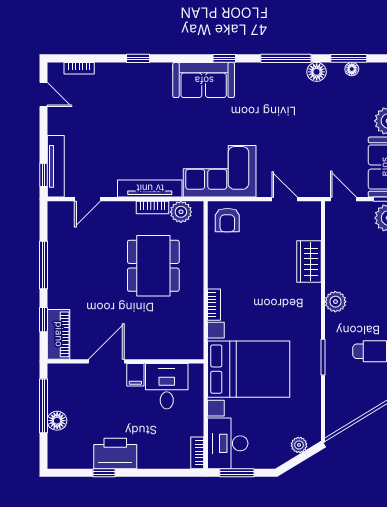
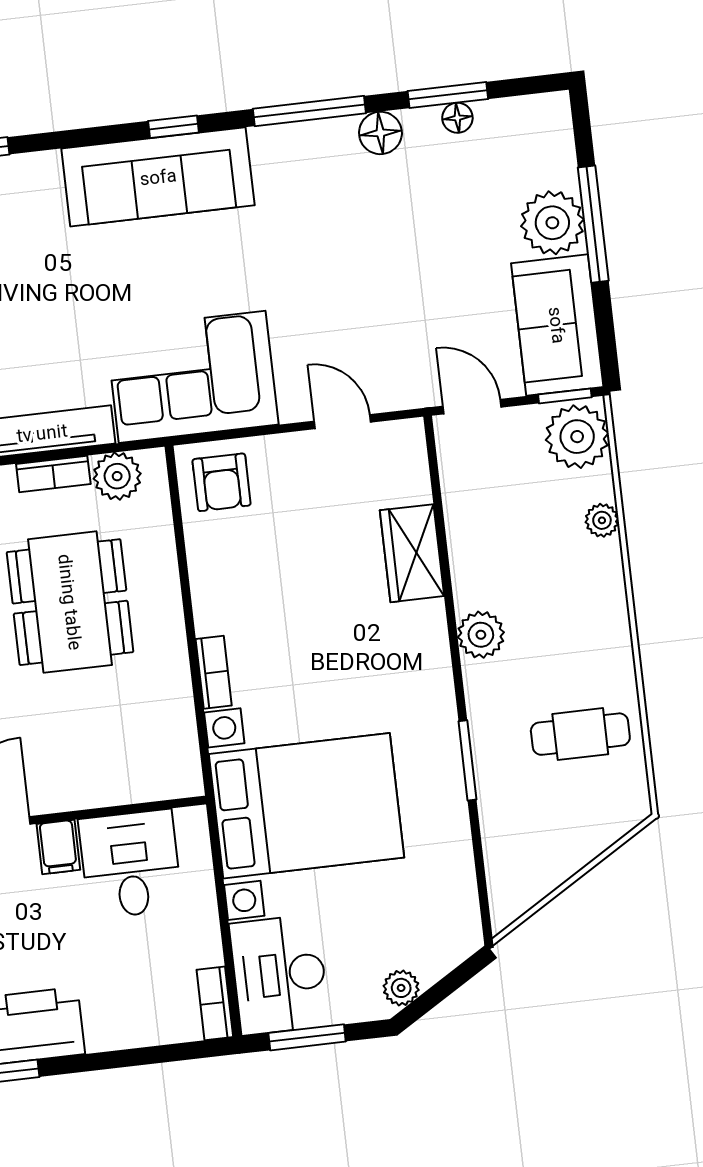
sofa: (204, 80) -> (158, 177), width x1.36
plant: (299, 445) -> (401, 988), moved

